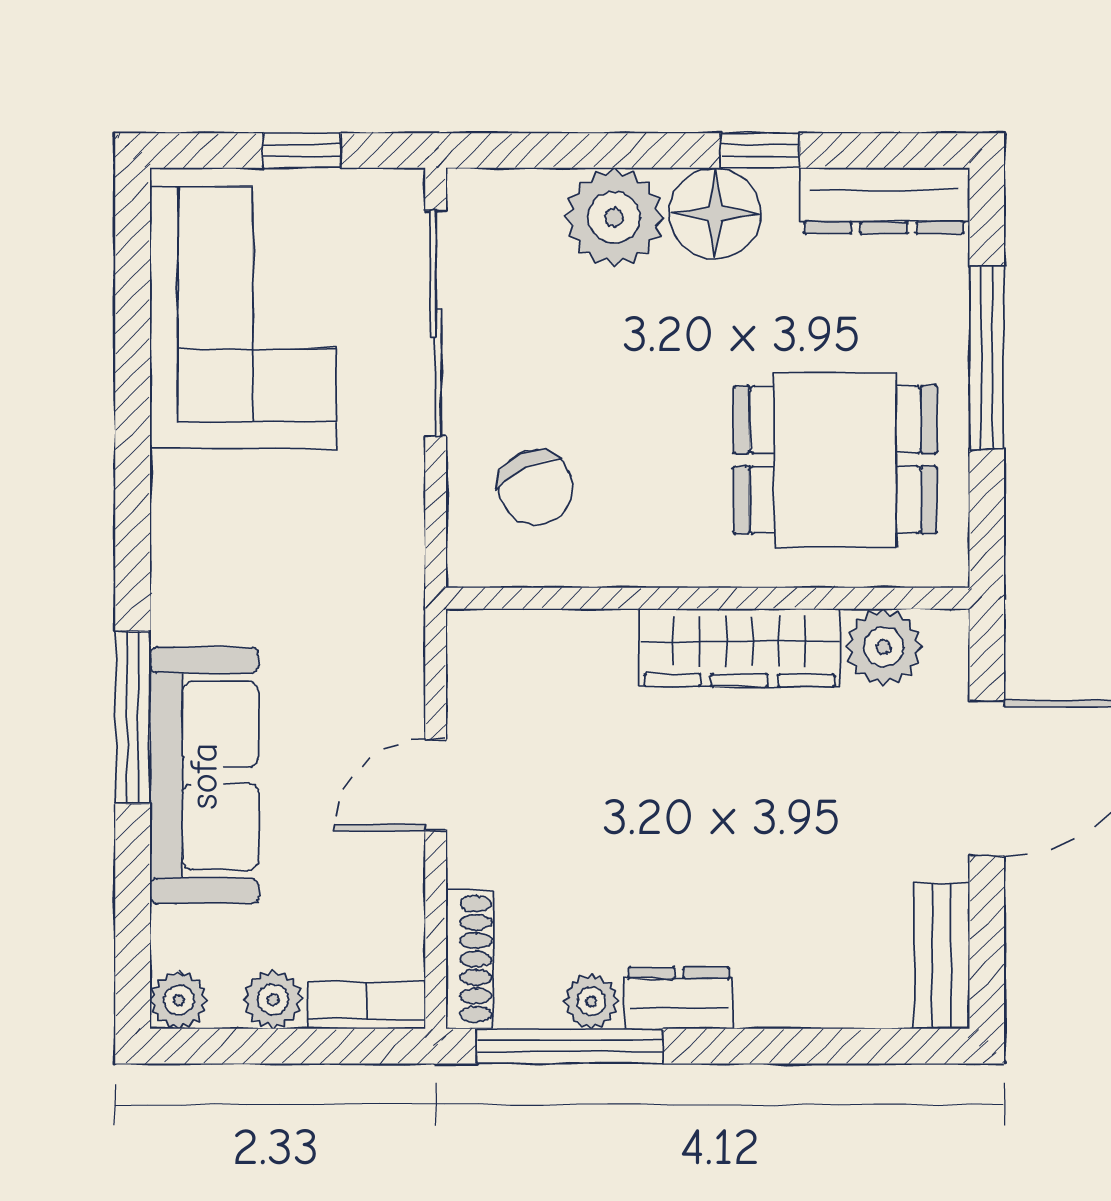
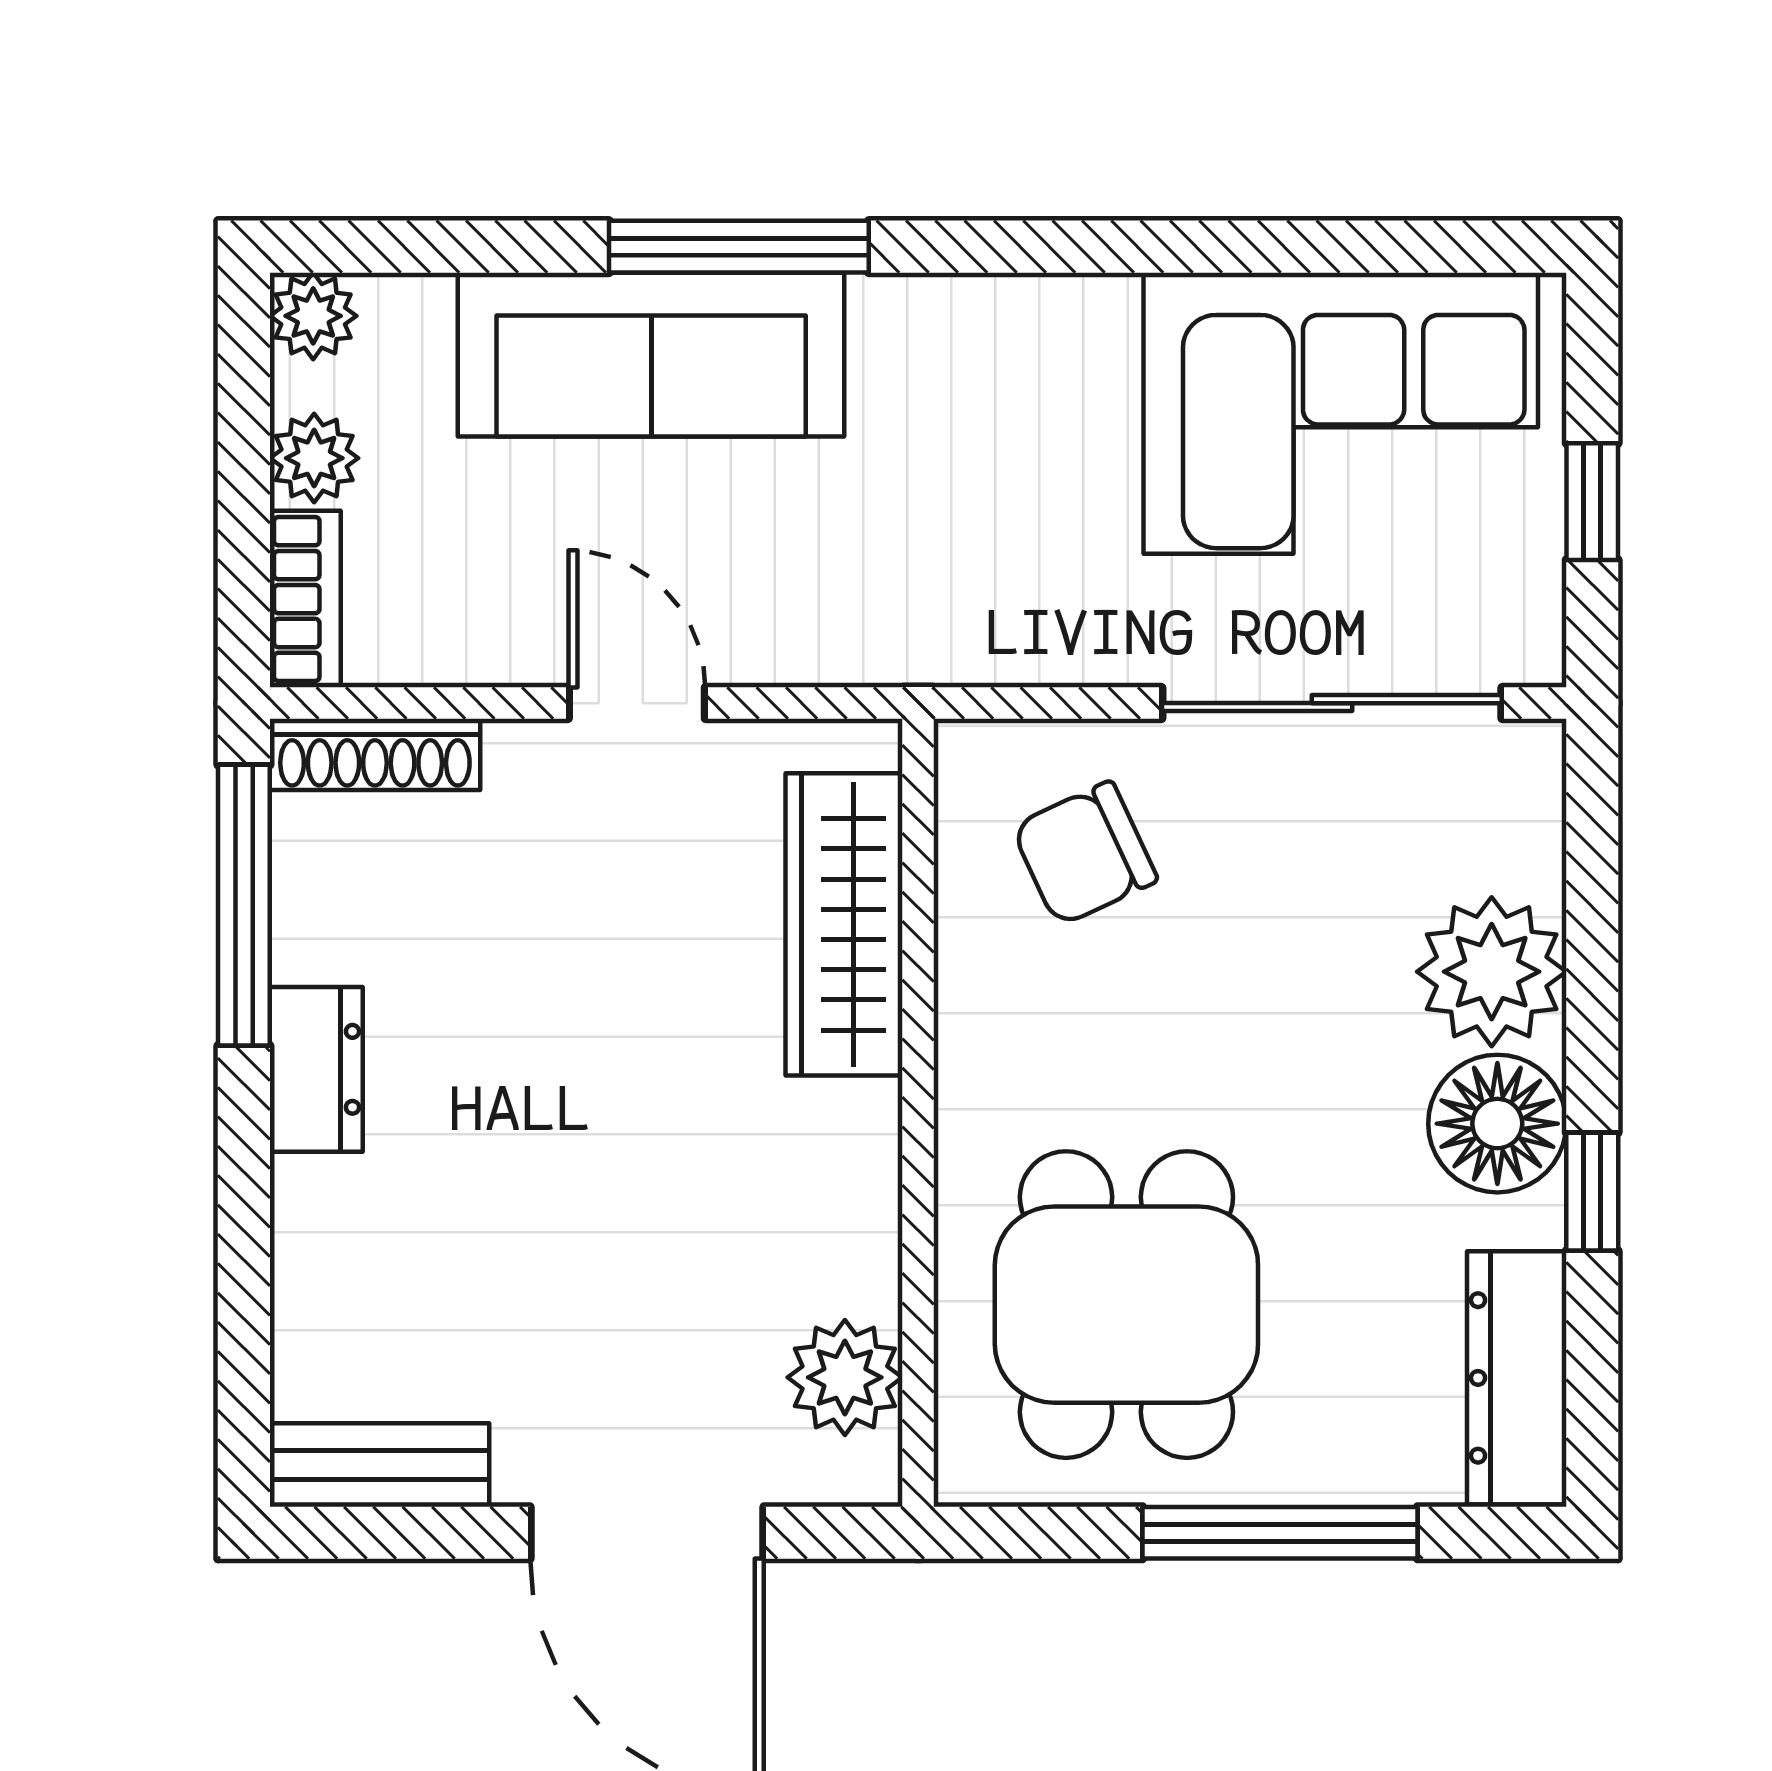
wardrobe: (739, 647) -> (844, 924), moved
plant: (591, 1001) -> (311, 937), removed

